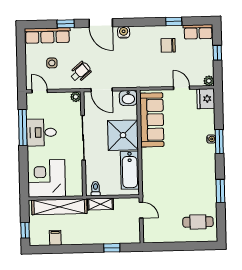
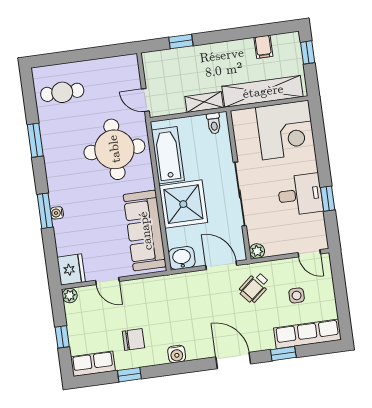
water cooler: (124, 32) -> (177, 354), moved
window: (23, 127) -> (328, 199), width x0.46
round table: (166, 178) -> (114, 149), added

